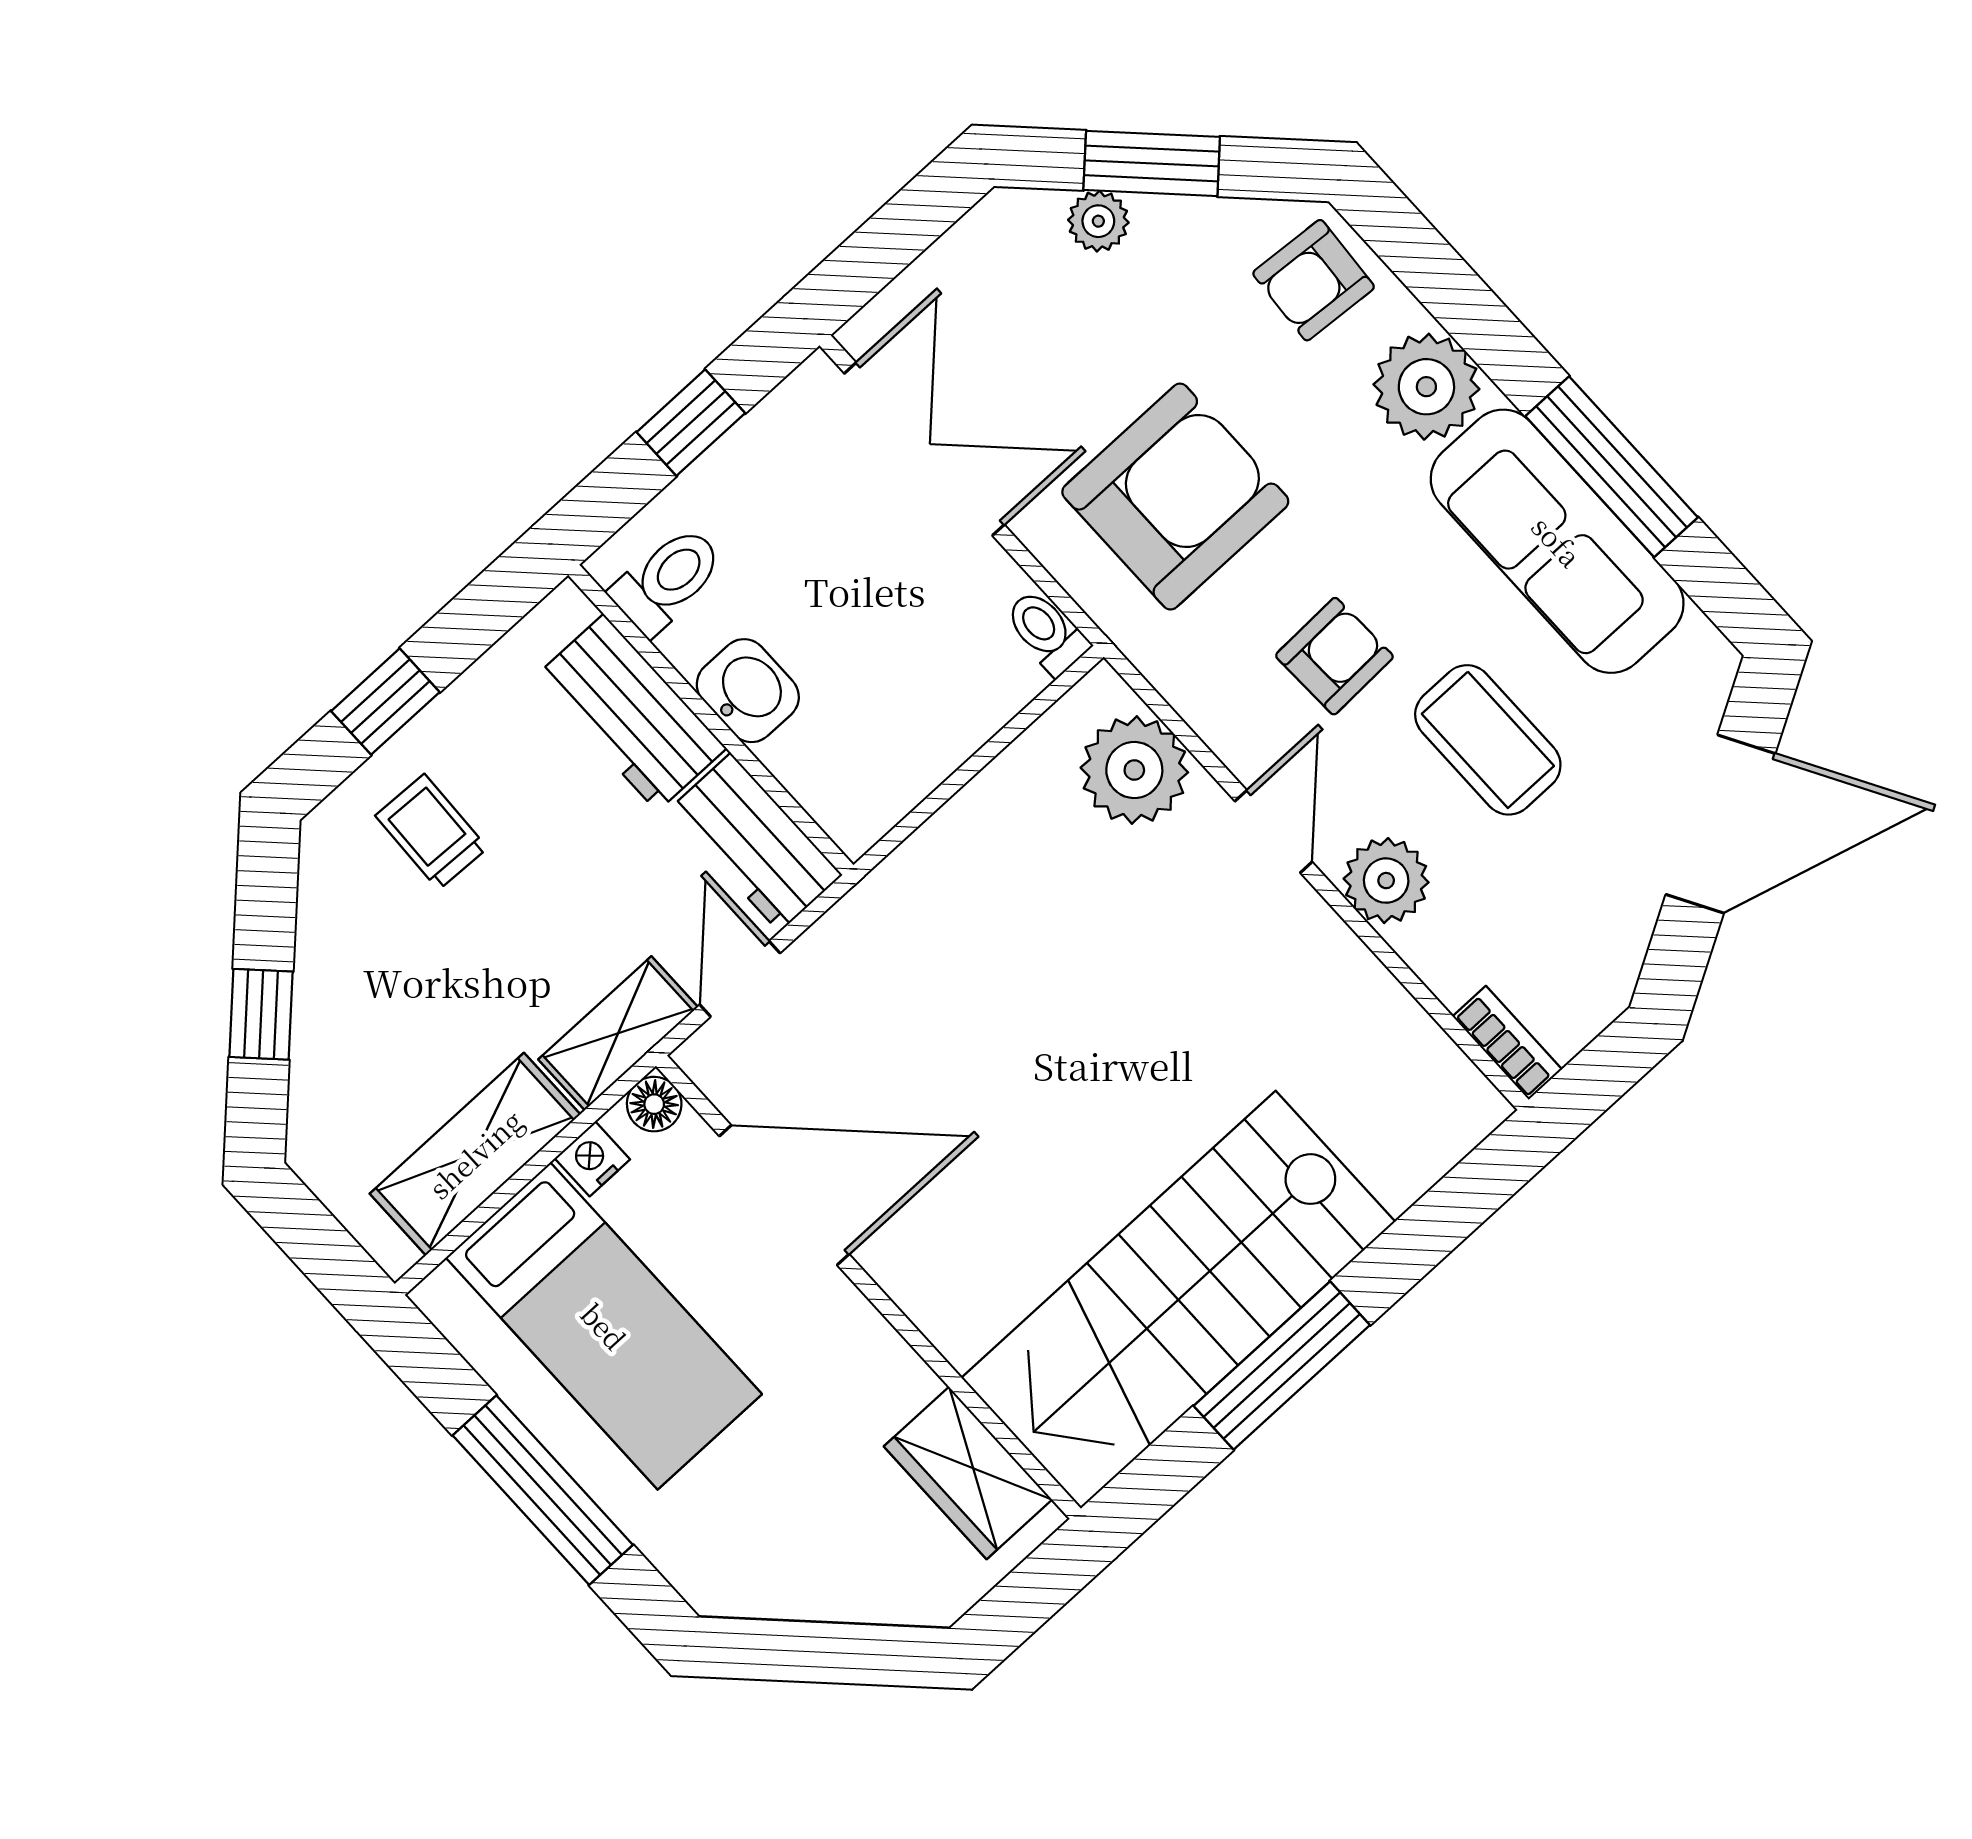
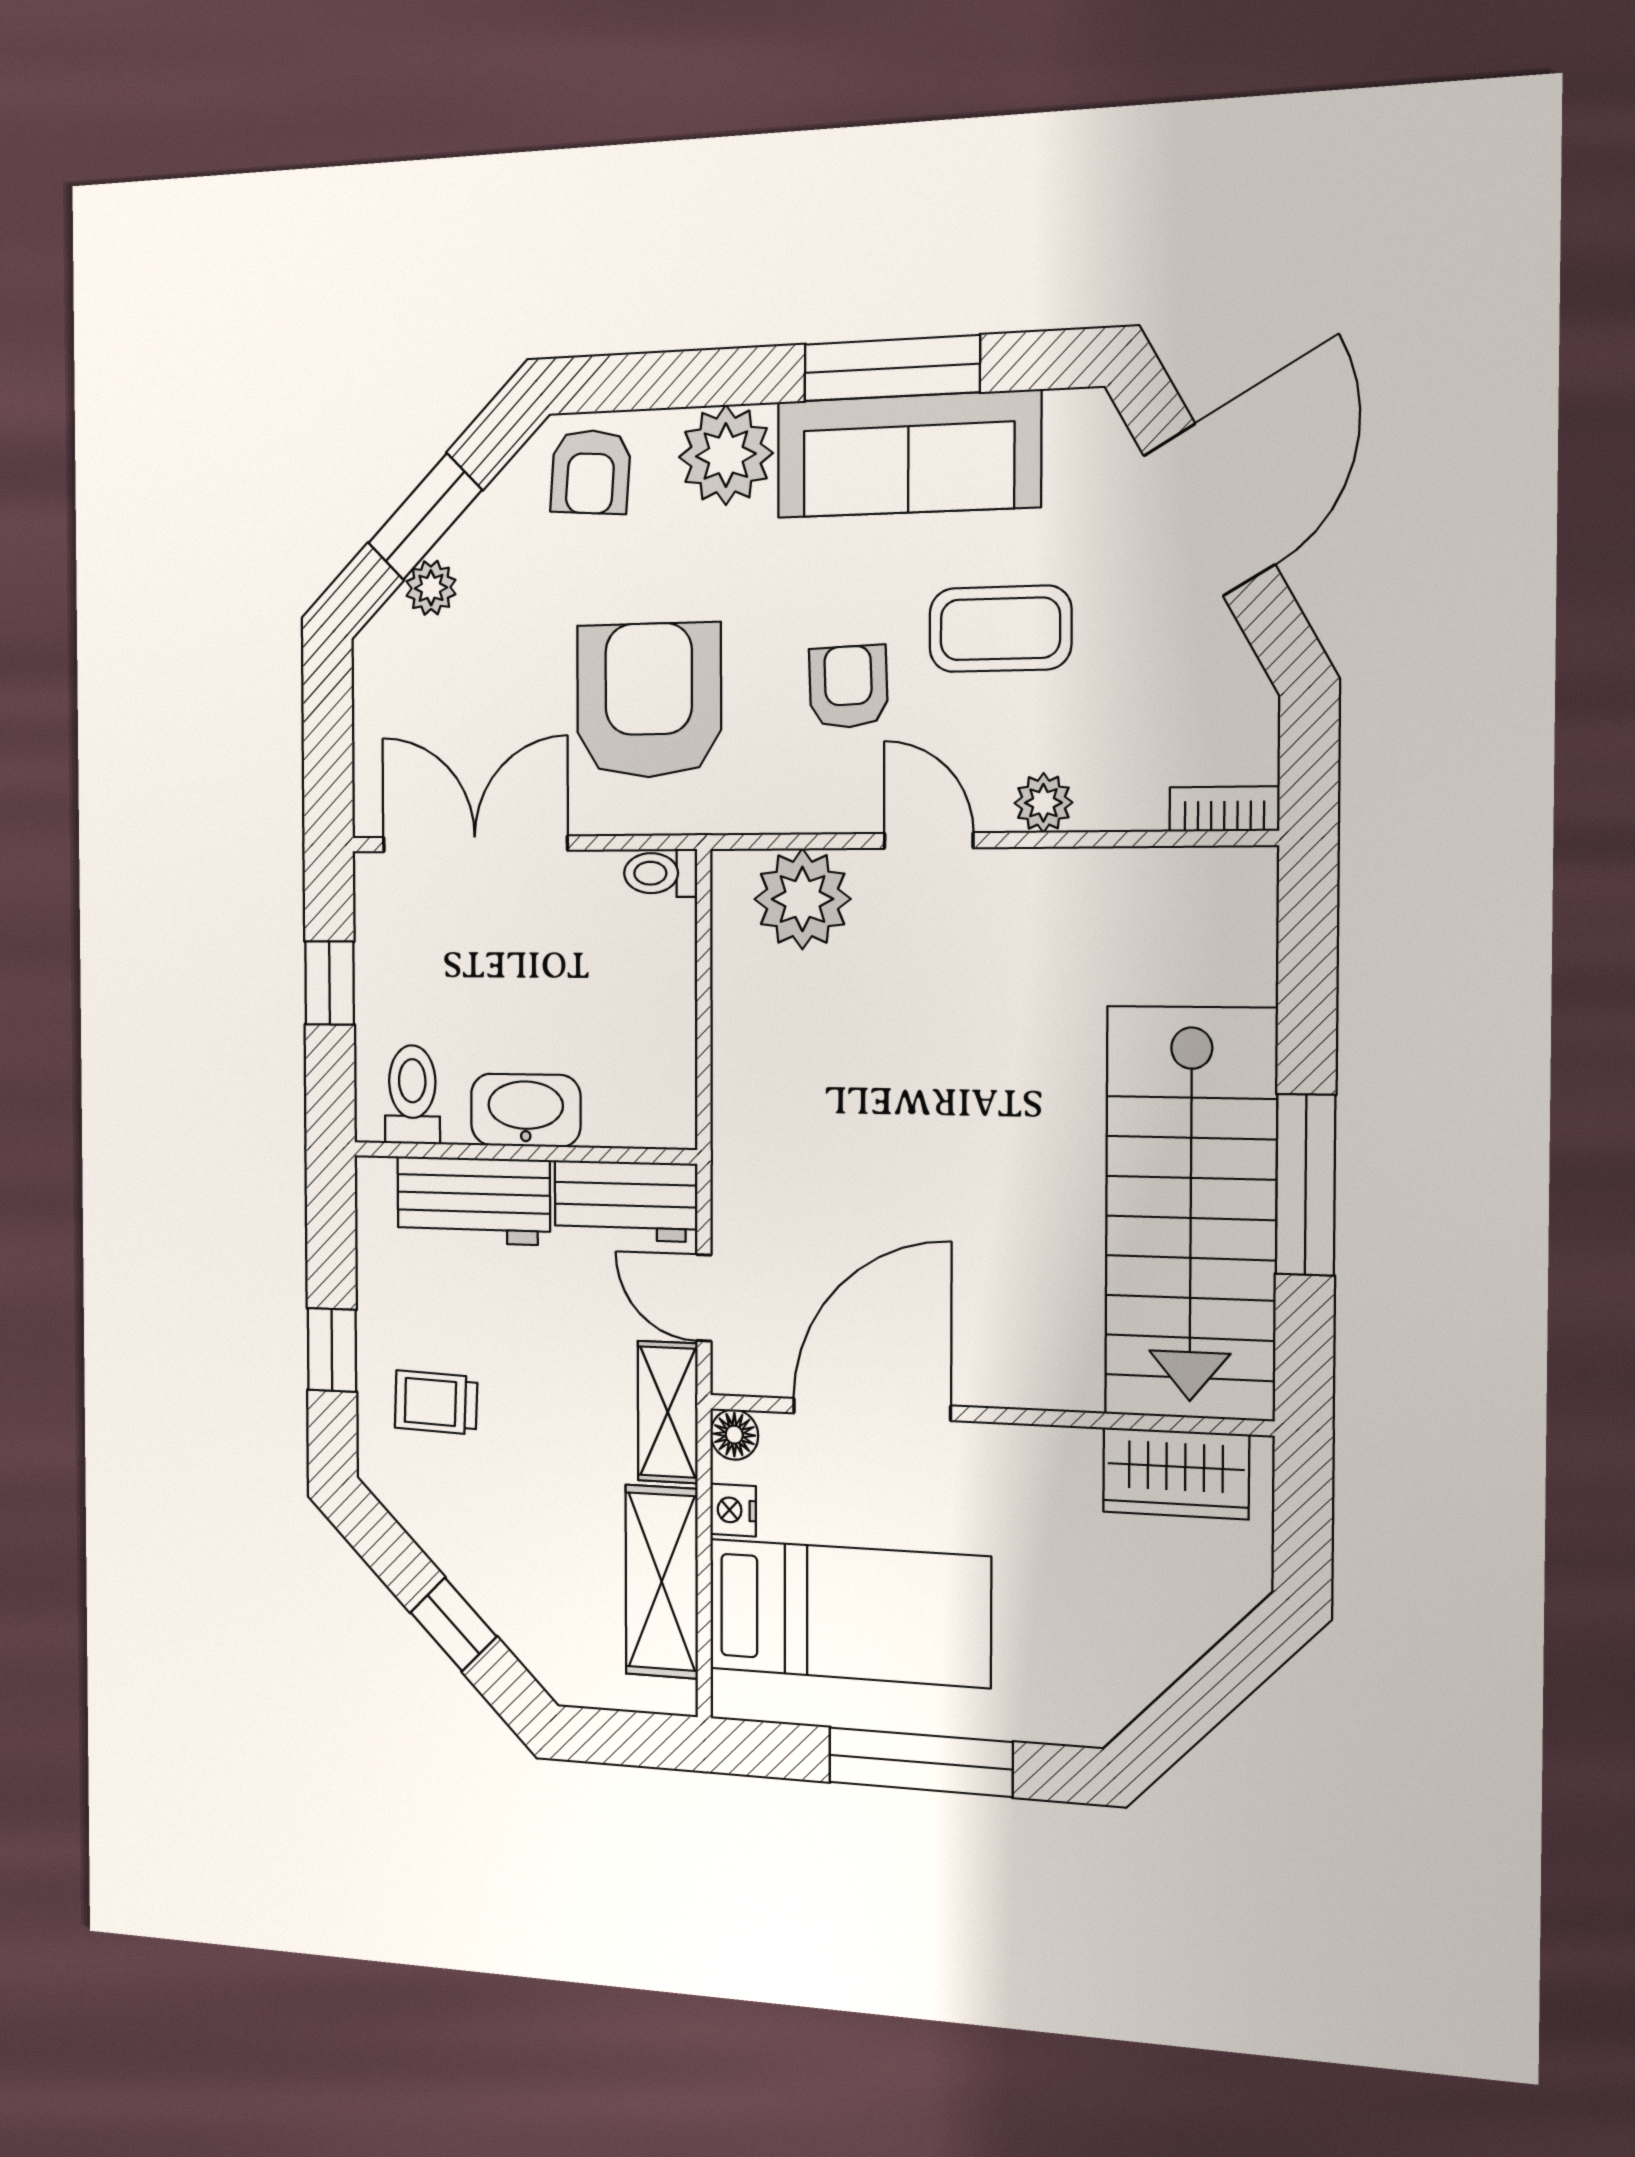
washbasin: (748, 691) -> (526, 1110), width x1.38
plant: (1386, 881) -> (1043, 803), width x0.73, depth x0.73

